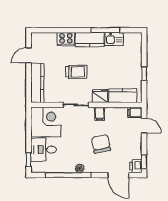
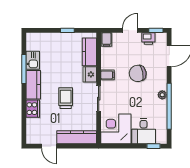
door: (144, 126) -> (130, 30), moved
printer: (136, 166) -> (148, 38), moved

